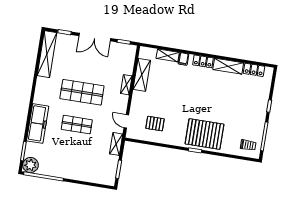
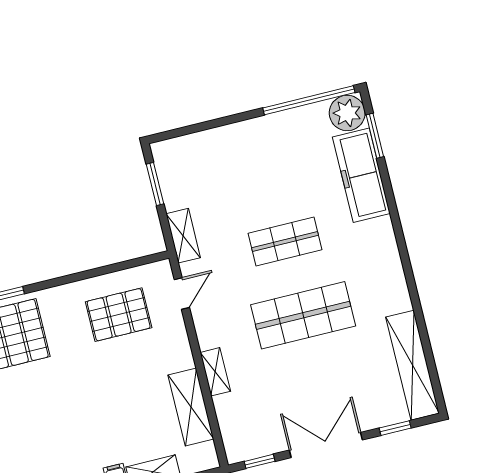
door: (126, 121) -> (182, 293), hinge flipped
freezer: (38, 123) -> (361, 175), moved
pallet: (155, 124) -> (119, 315), width x1.50, depth x1.42

